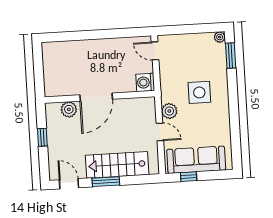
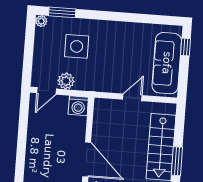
side table: (199, 92) -> (77, 46), moved
plant: (169, 111) -> (66, 81), moved
window: (189, 177) -> (185, 47), moved

